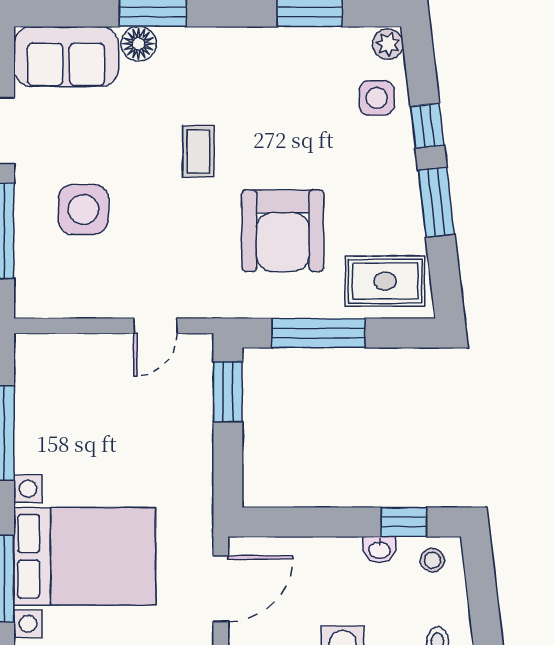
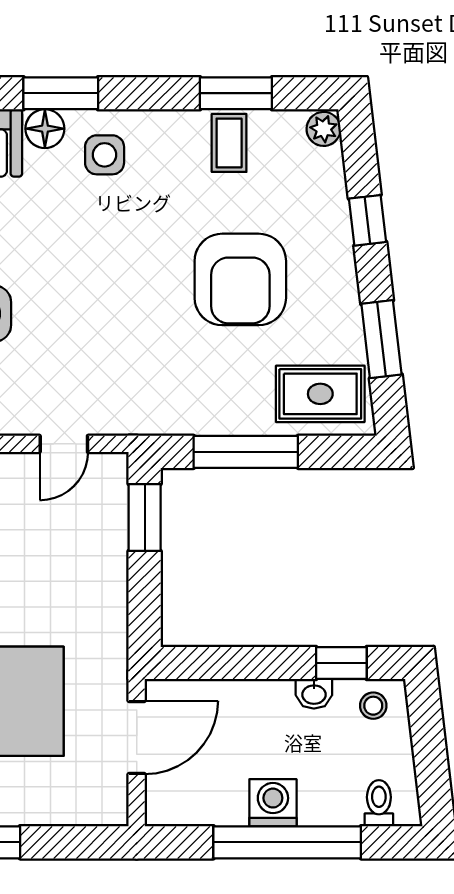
side table: (377, 98) -> (105, 155), moved
coffee table: (198, 151) -> (229, 143), moved
window: (436, 202) -> (381, 339), moved
armchair: (283, 231) -> (240, 279), moved

